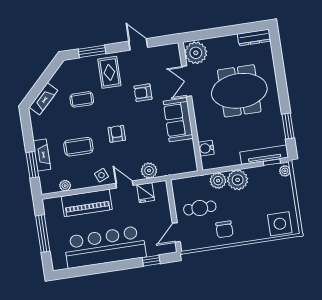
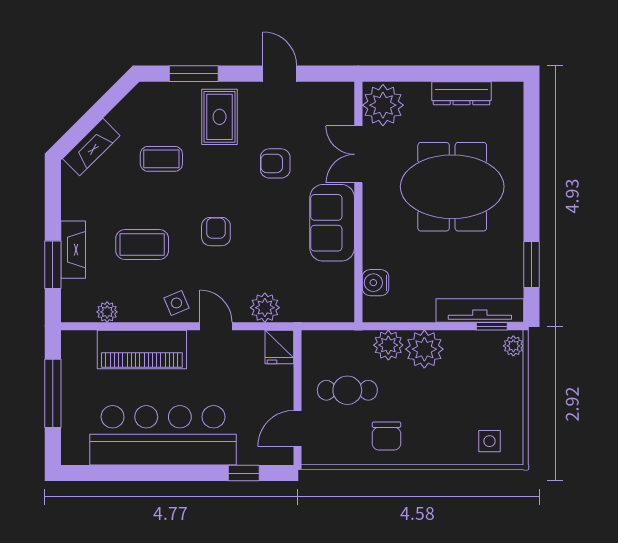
dresser: (254, 37) -> (462, 93), moved
fridge: (146, 193) -> (279, 347), moved
side table: (280, 224) -> (489, 441), width x0.54, depth x0.54

